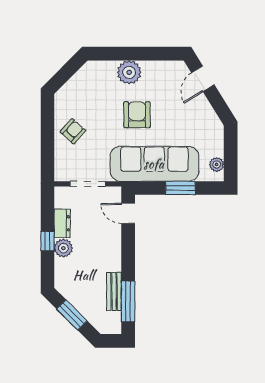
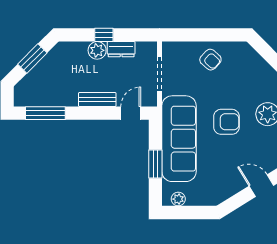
bench: (114, 291) -> (97, 100), moved

